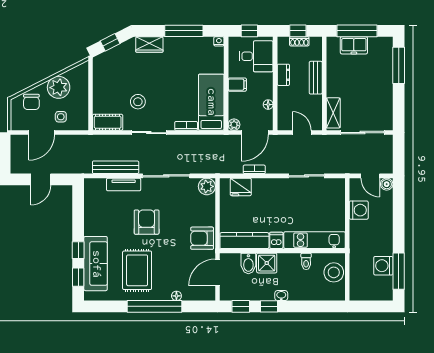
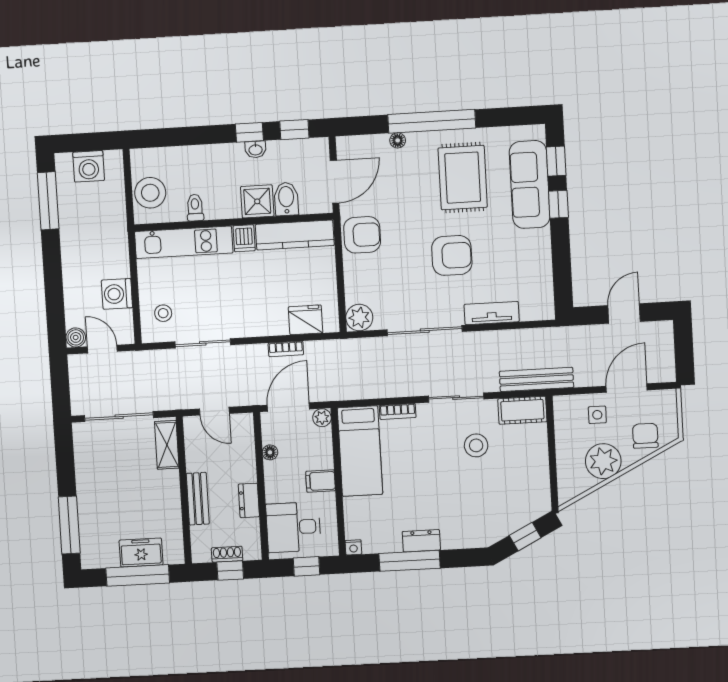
dresser: (176, 43) -> (421, 541), added
wardrobe: (149, 44) -> (463, 537), removed
bench: (116, 167) -> (536, 379), moved
stool: (330, 196) -> (163, 313), added
armchair: (147, 222) -> (452, 255), turned -90
washing machine: (383, 266) -> (89, 166), moved, turned 90
washbasin: (281, 296) -> (256, 149), moved

